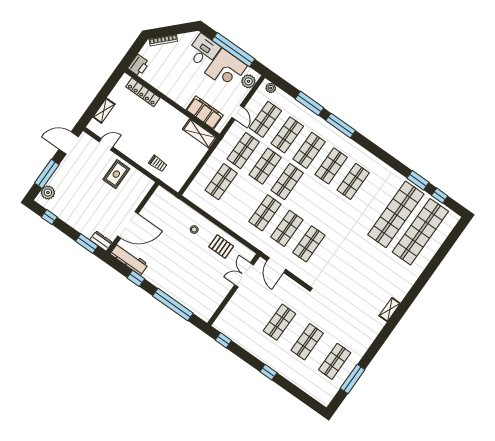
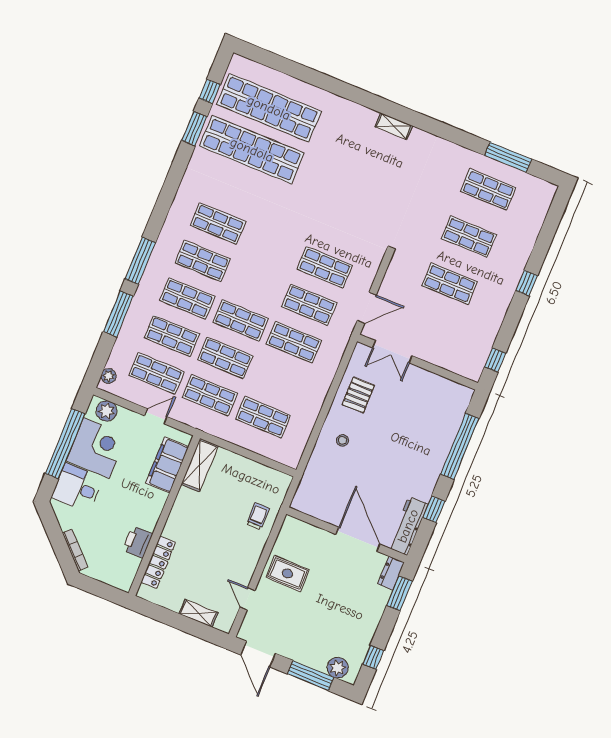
printer: (138, 65) -> (138, 542), moved, turned -90

